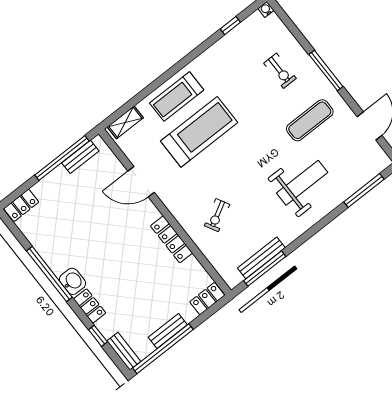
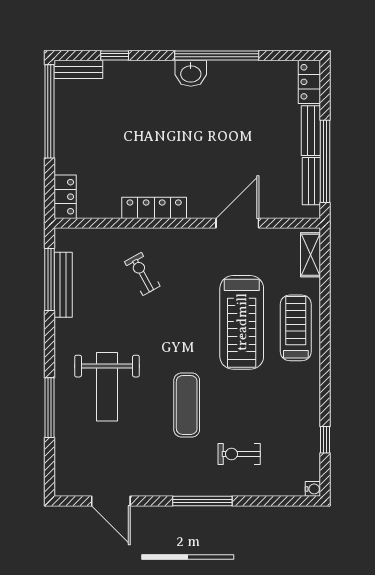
exercise mat: (310, 120) -> (187, 405), moved
window: (364, 191) -> (49, 408), moved
locker: (90, 306) -> (152, 71), removed
bench: (168, 331) -> (311, 131), moved

